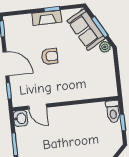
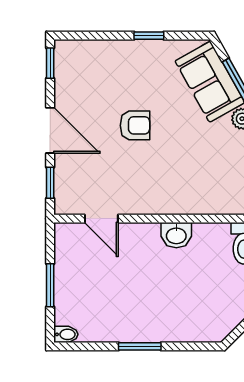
fireplace: (47, 18) -> (138, 51), removed
washbasin: (21, 118) -> (176, 235), moved, turned 90

